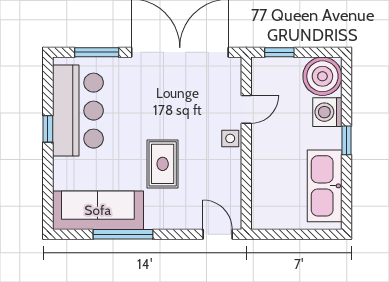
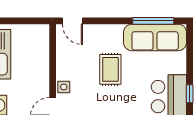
window: (123, 234) -> (153, 21), moved

